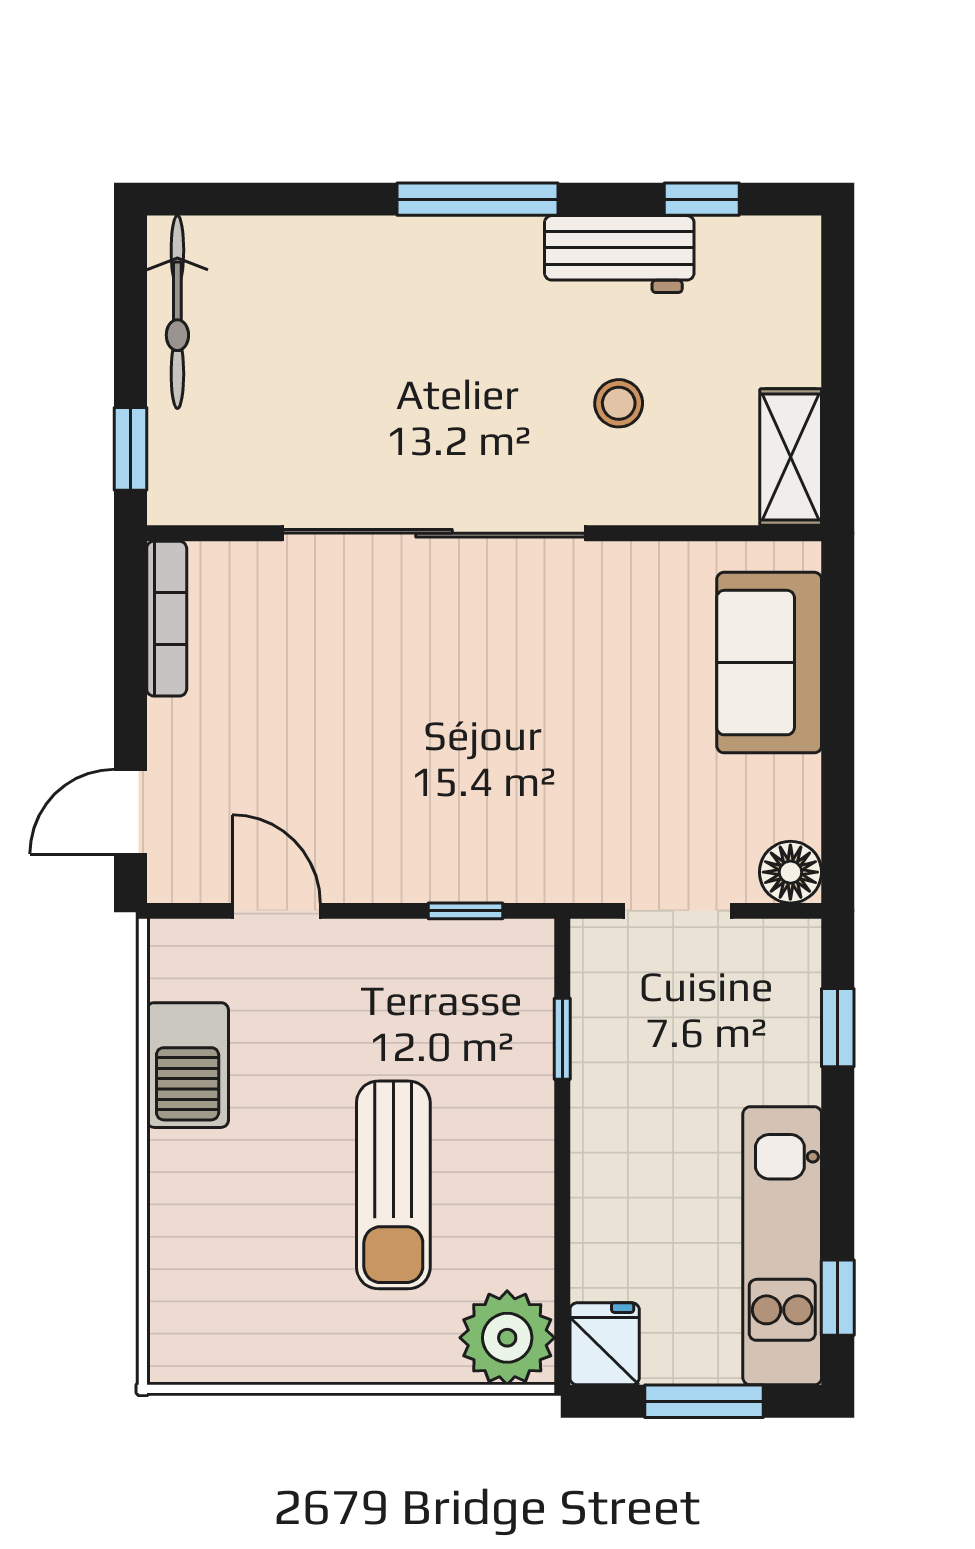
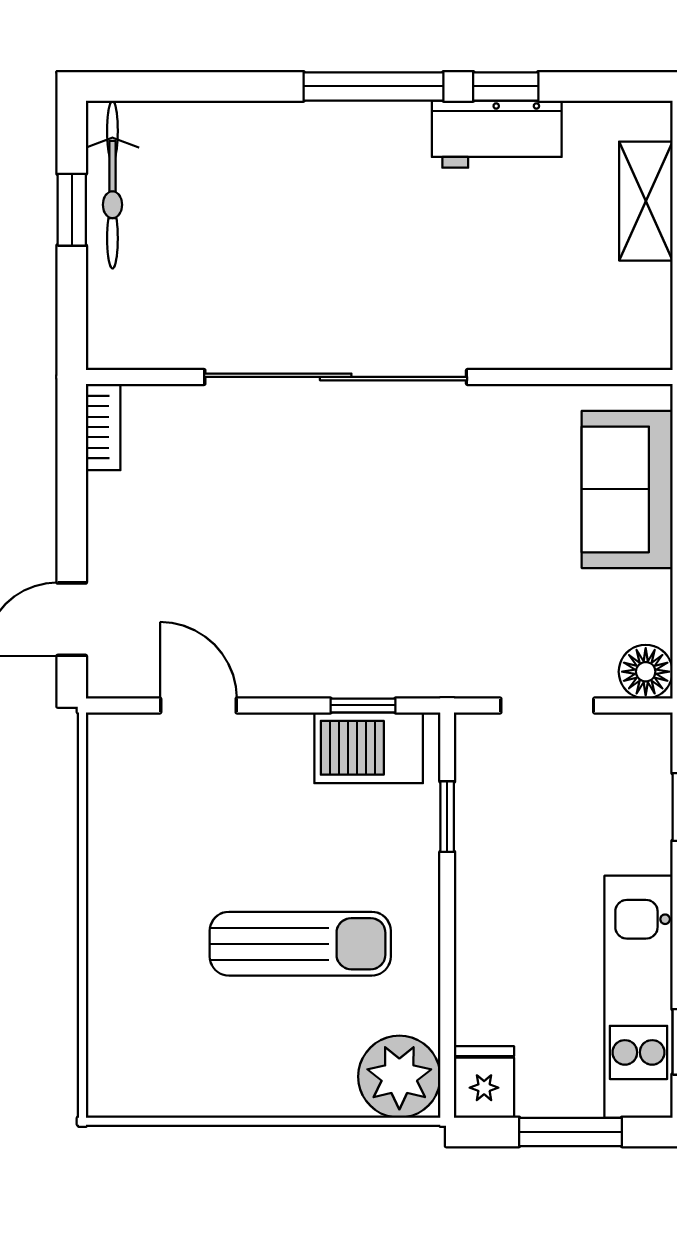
window: (702, 199) -> (506, 86), moved
stool: (619, 403) -> (496, 264), removed
window: (131, 449) -> (72, 210), moved
shelving: (791, 457) -> (646, 201), moved
bookcase: (167, 619) -> (103, 427), width x0.64
barbecue: (188, 1065) -> (369, 748), moved, turned 90
sun lounger: (393, 1185) -> (300, 944), turned -90

